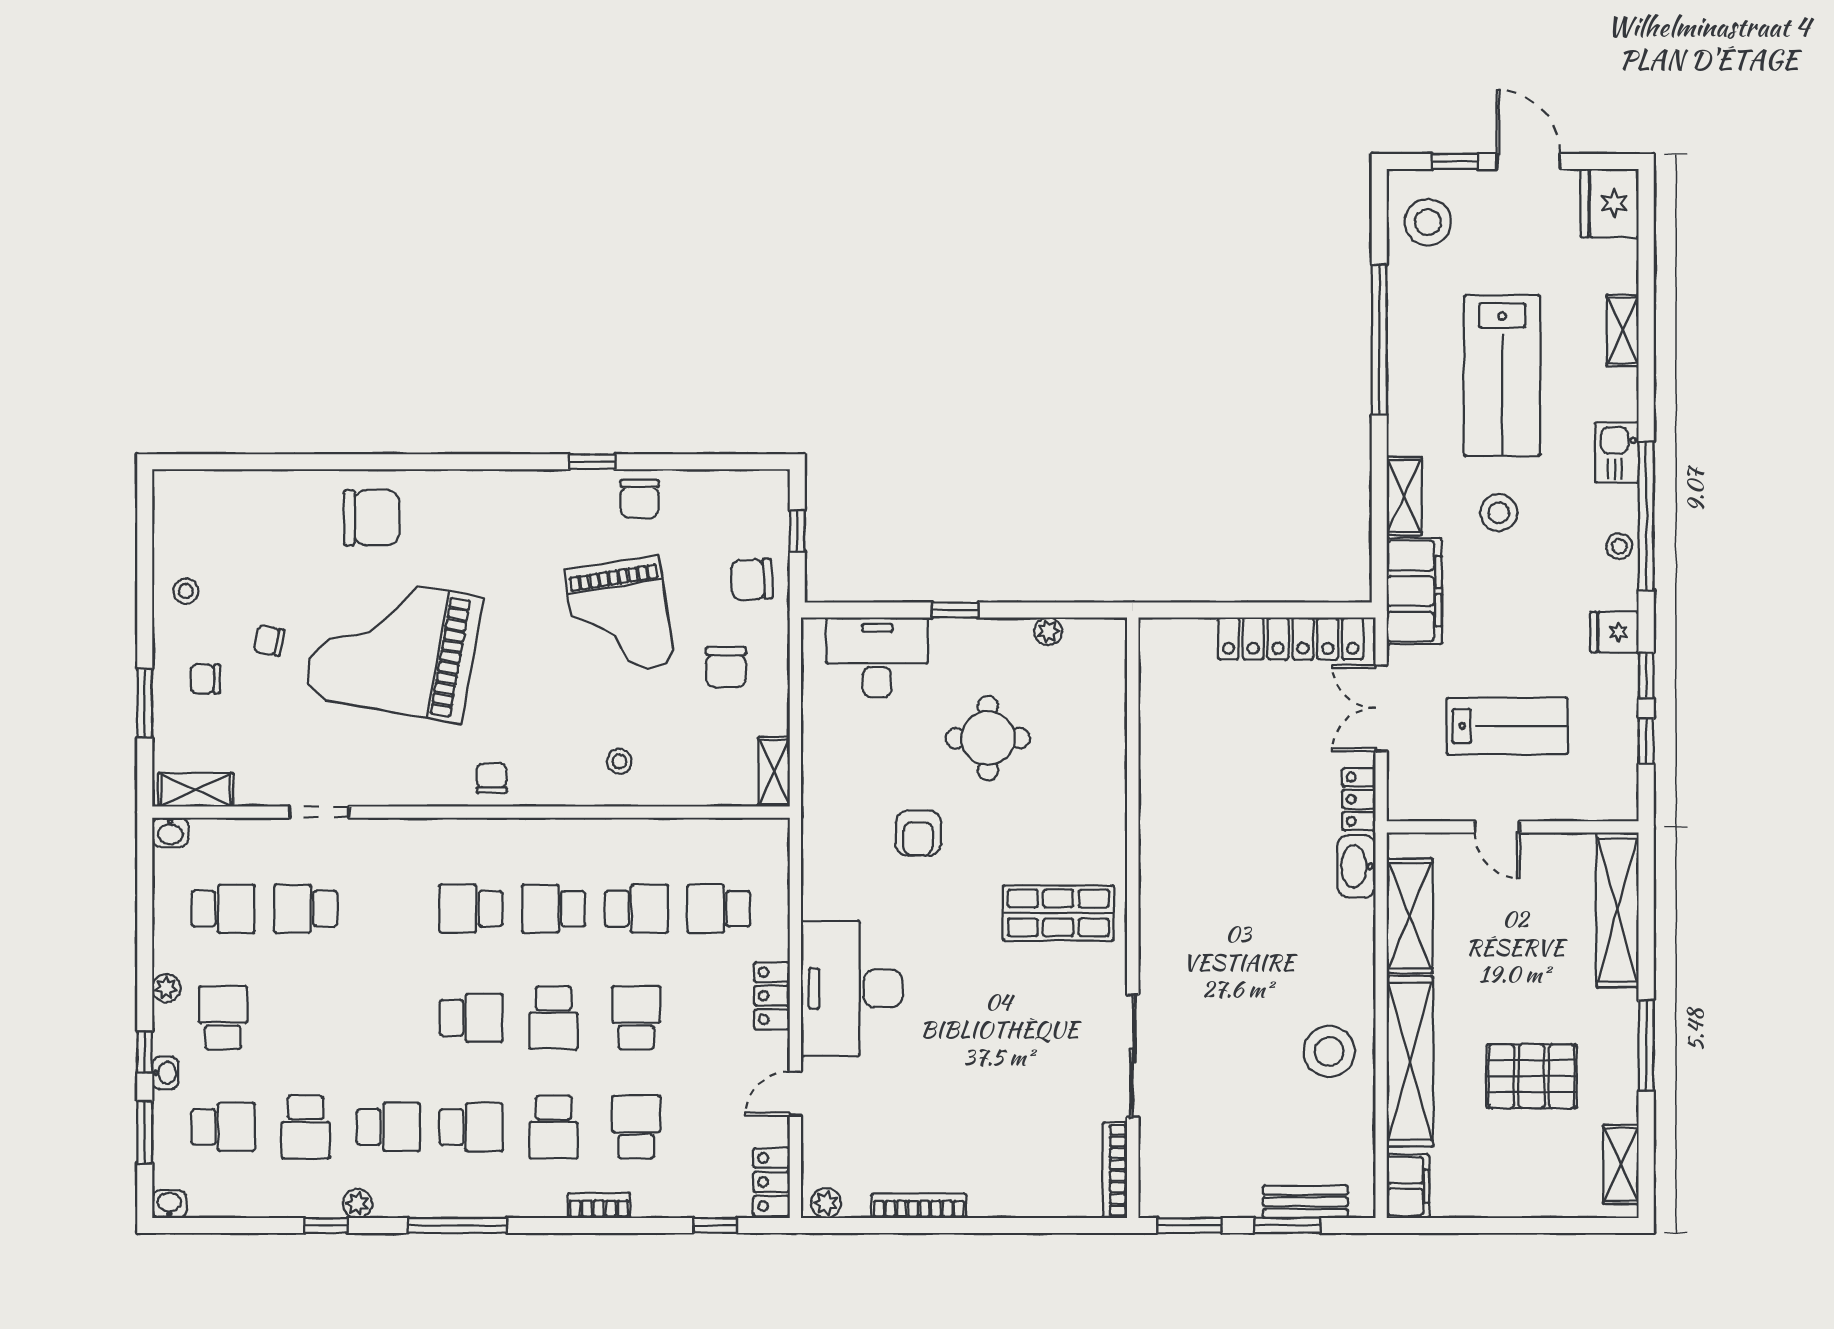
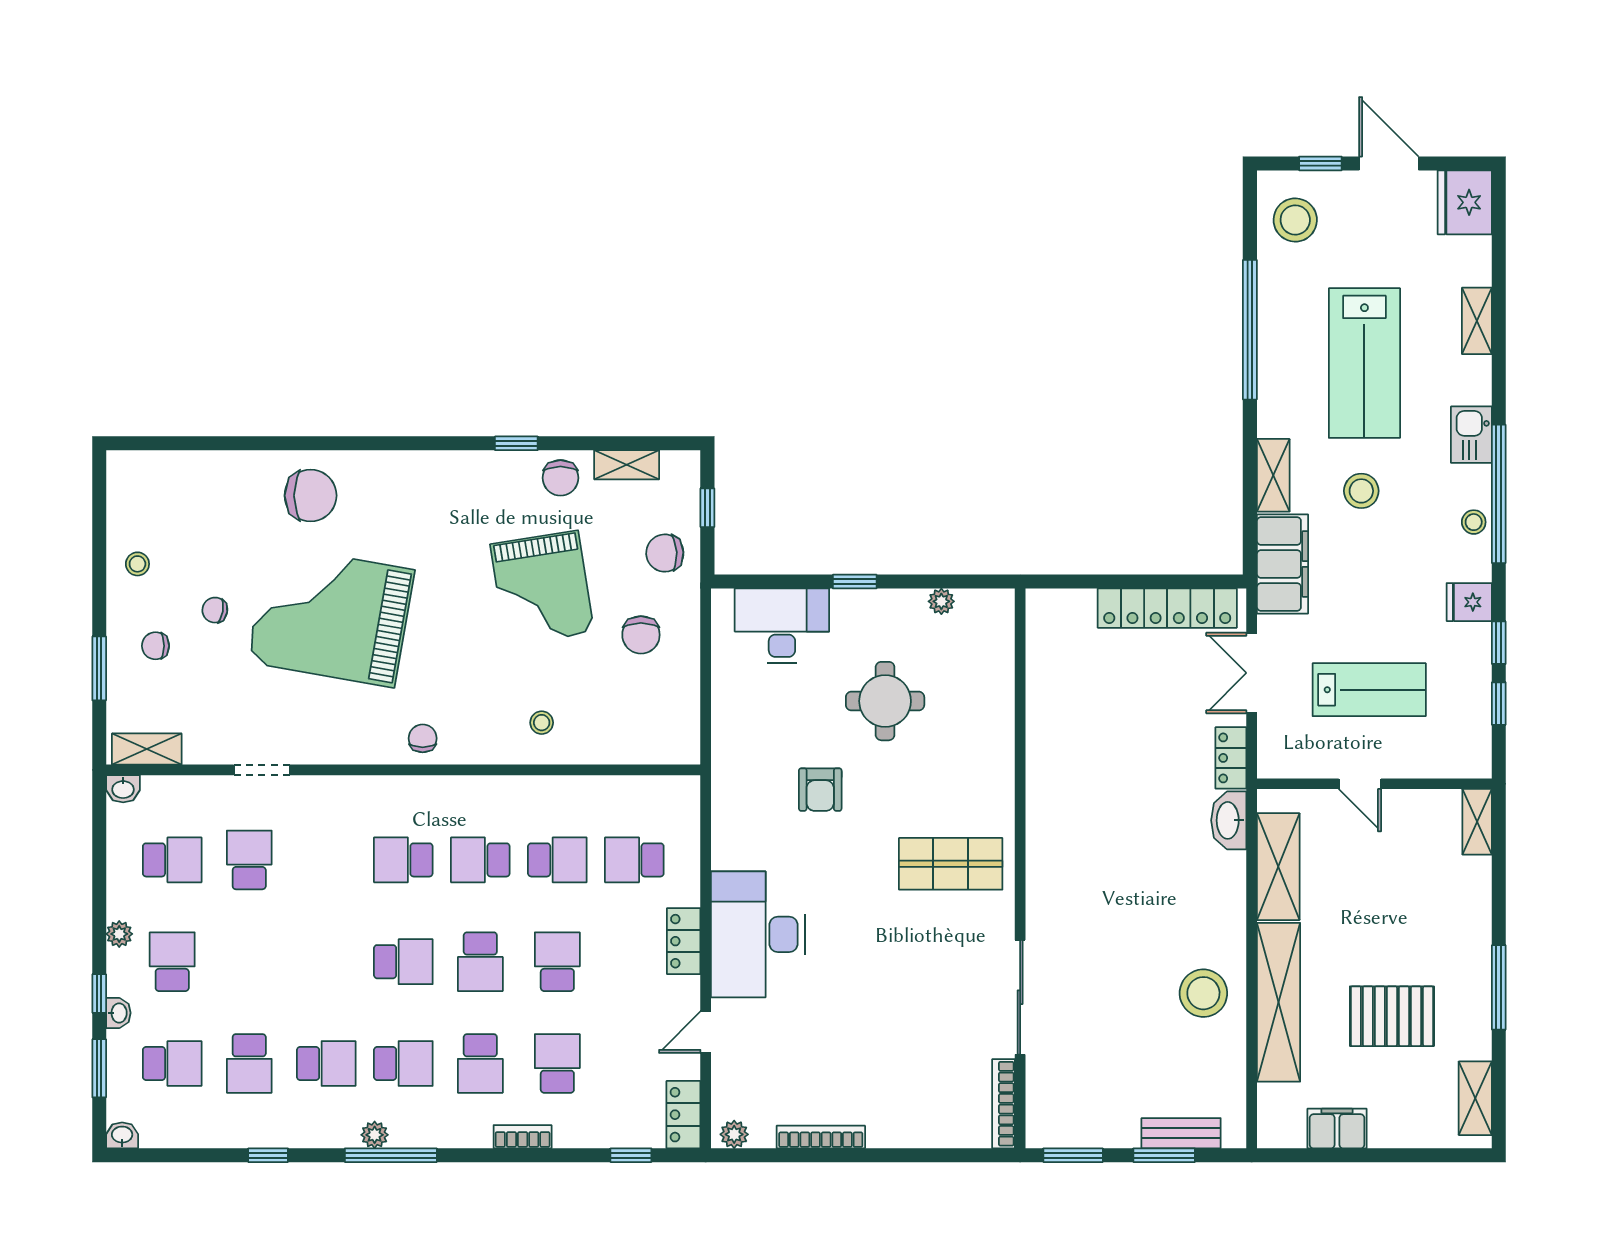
shelving: (774, 772) -> (627, 465), moved, turned 90
school desk: (306, 909) -> (249, 860), turned 90
shelving: (1618, 910) -> (1477, 822), width x0.45, depth x0.75
filing cabinet: (1408, 1186) -> (1337, 1128), moved, turned -90
plant: (357, 1204) -> (375, 1135), moved

